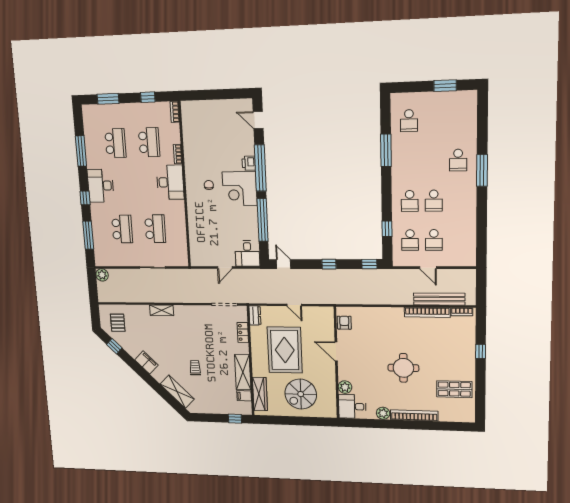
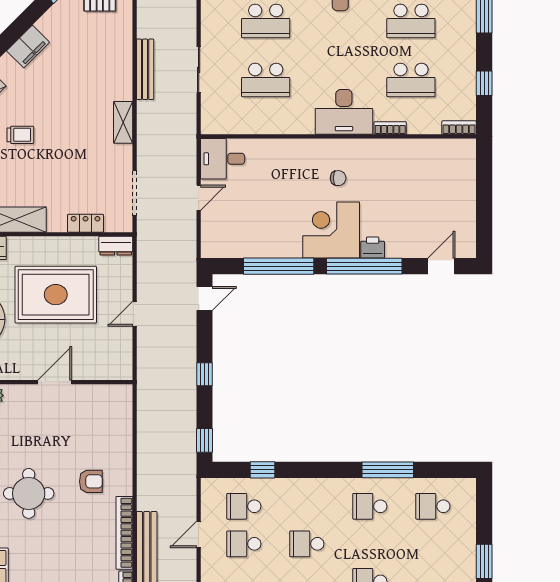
school desk: (410, 201) -> (370, 506), moved
desk: (247, 254) -> (223, 159), moved
door: (225, 268) -> (199, 198), swing flipped
bench: (154, 298) -> (145, 69), added
shelving: (162, 310) -> (123, 122), moved
armchair: (344, 323) -> (91, 481), moved

